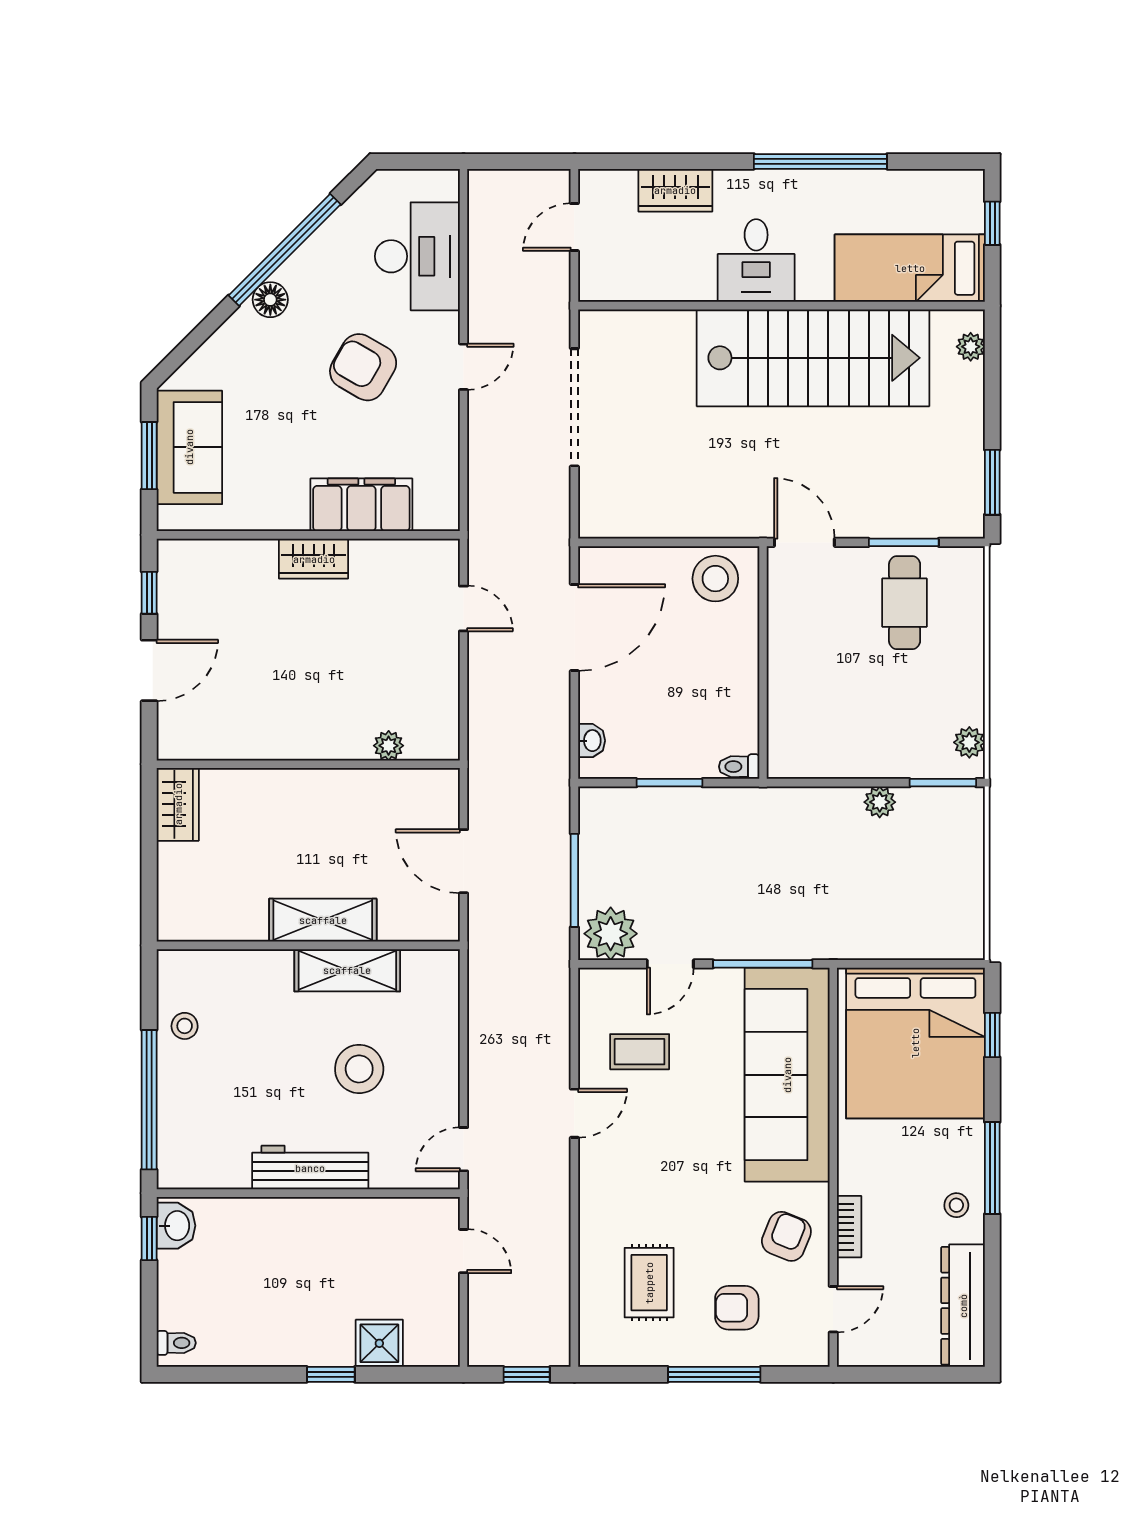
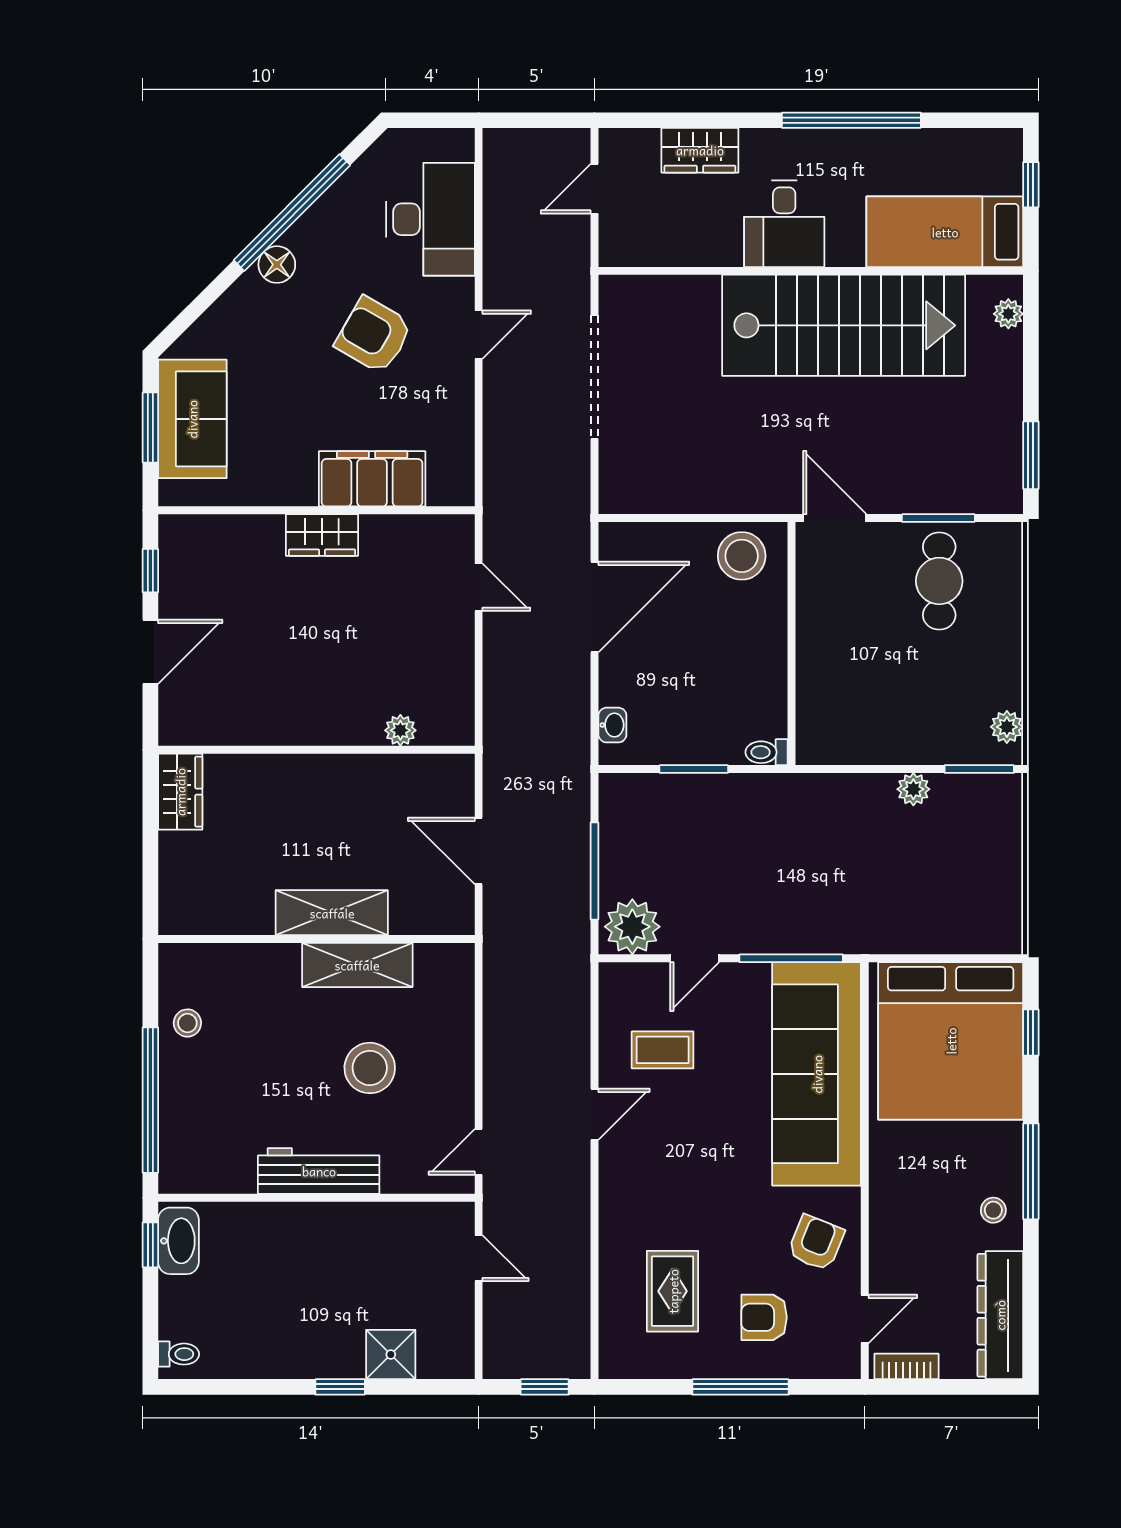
washbasin: (176, 1226) -> (178, 1241), width x1.38
bookcase: (849, 1227) -> (907, 1366), moved, turned -90

